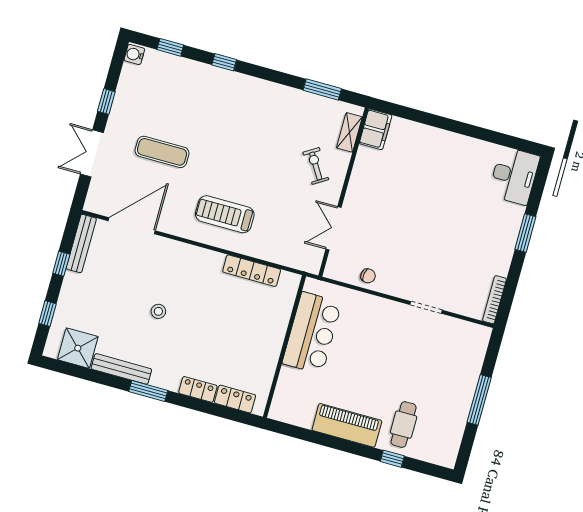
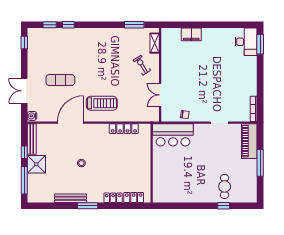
water cooler: (134, 54) -> (32, 116), moved
window: (224, 62) -> (68, 25), moved
window: (106, 101) -> (24, 43), moved
filing cabinet: (376, 129) -> (191, 34), moved, turned 90
treadmill: (225, 214) -> (102, 103), turned 180
door: (132, 226) -> (71, 123), moved
window: (525, 233) -> (260, 44), moved
window: (47, 314) -> (24, 180), width x2.17
bar counter: (312, 333) -> (173, 135), moved, turned 90
shower: (78, 348) -> (36, 164), moved
piano: (347, 425) -> (249, 141), moved, turned -90

